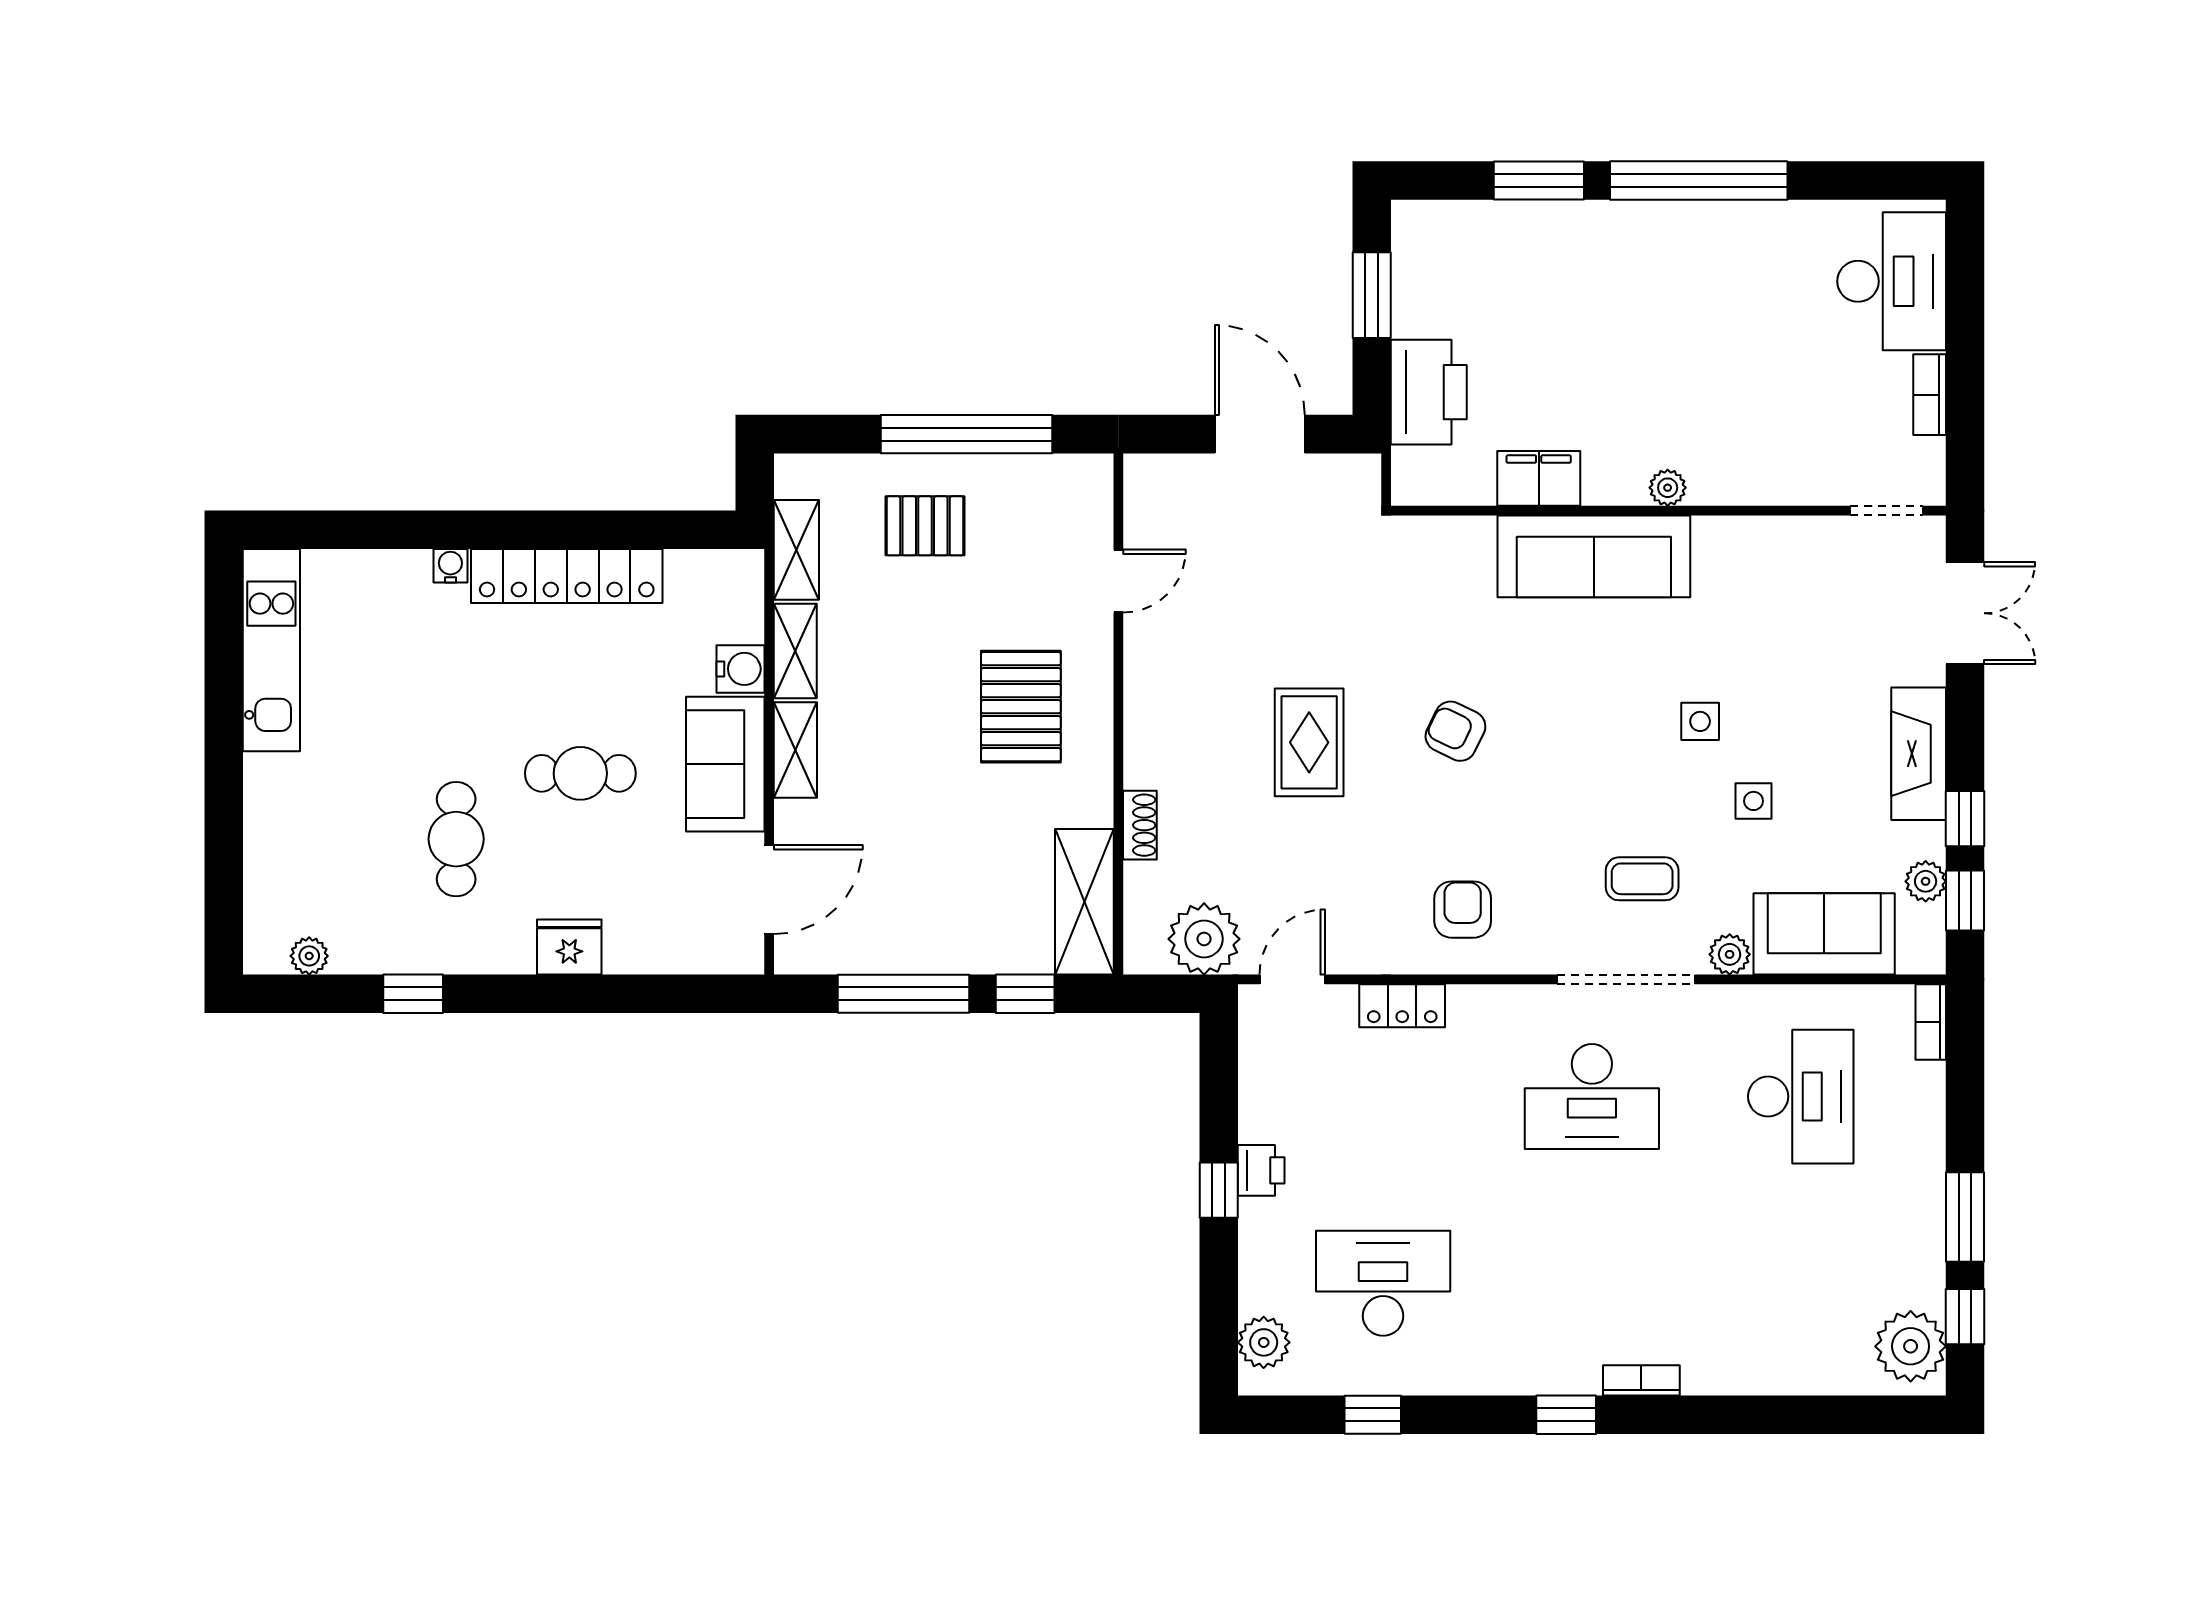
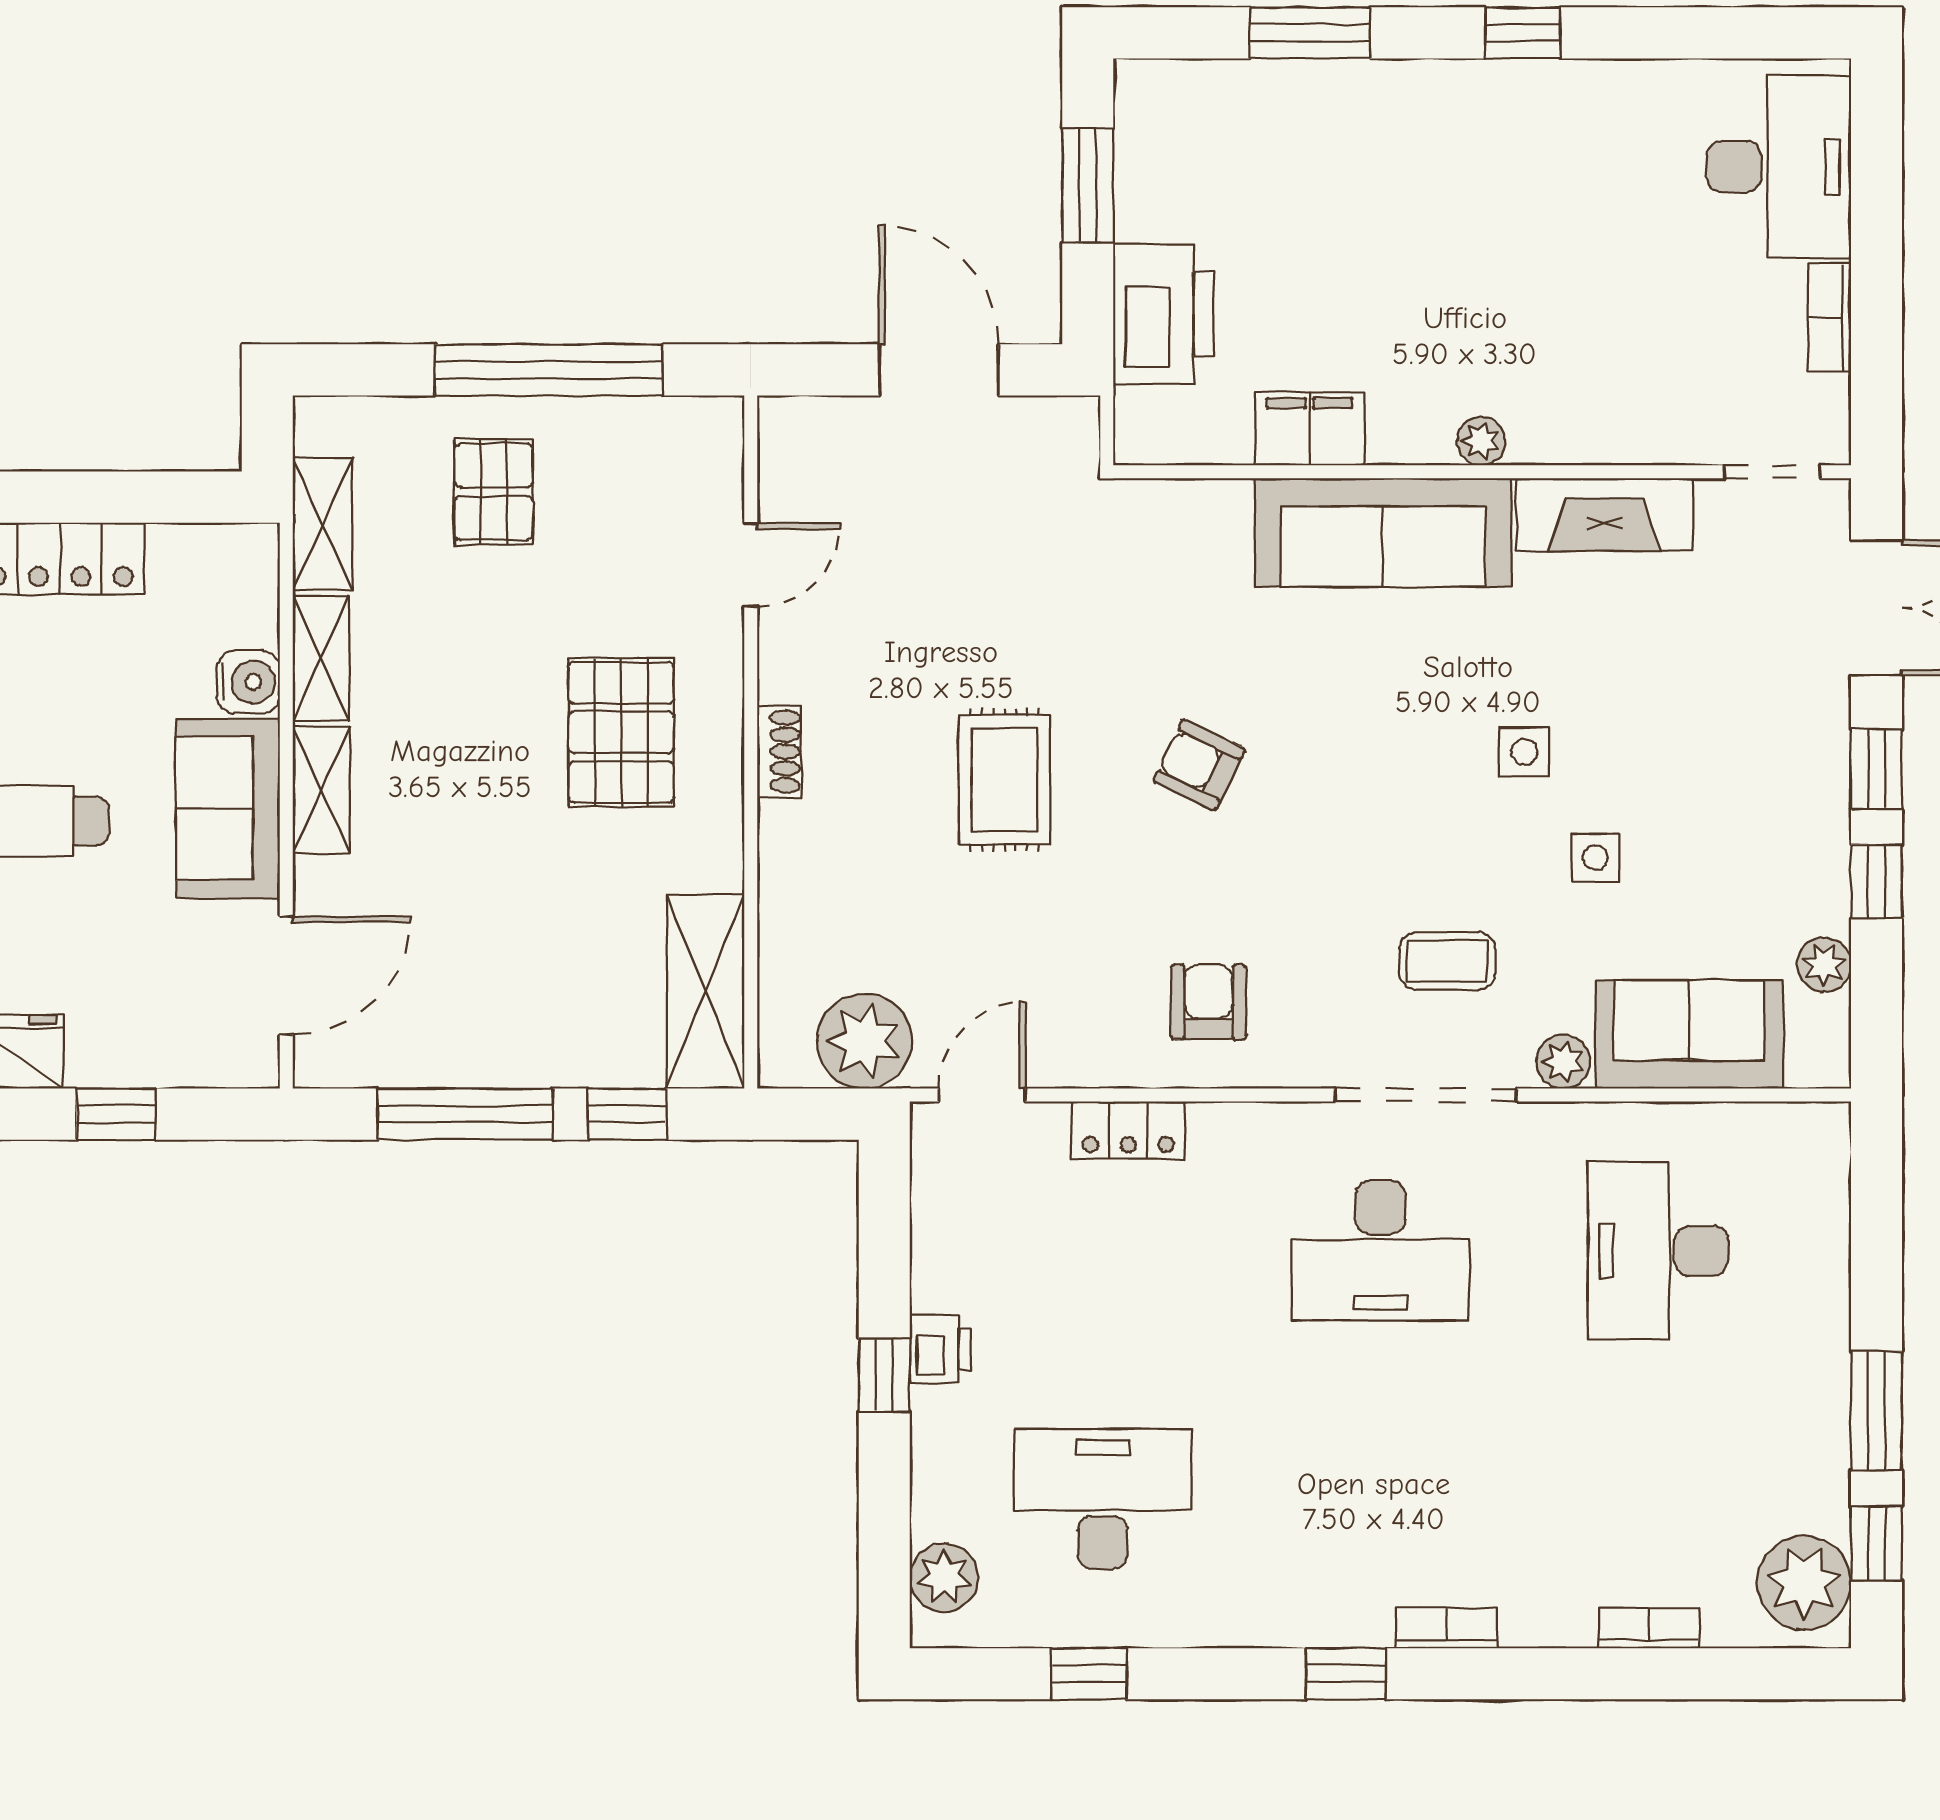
window: (1699, 181) -> (1522, 33), width x0.32
pallet: (925, 526) -> (494, 492), turned 90
fireplace: (1919, 754) -> (1604, 514), moved, turned -90
shoe rack: (1140, 825) -> (779, 752), moved
window: (1965, 900) -> (1876, 769), moved
window: (641, 994) -> (116, 1114), added
bookcase: (1931, 1022) -> (1649, 1628), moved, turned 90
desk: (1801, 1097) -> (1658, 1251), turned 180

